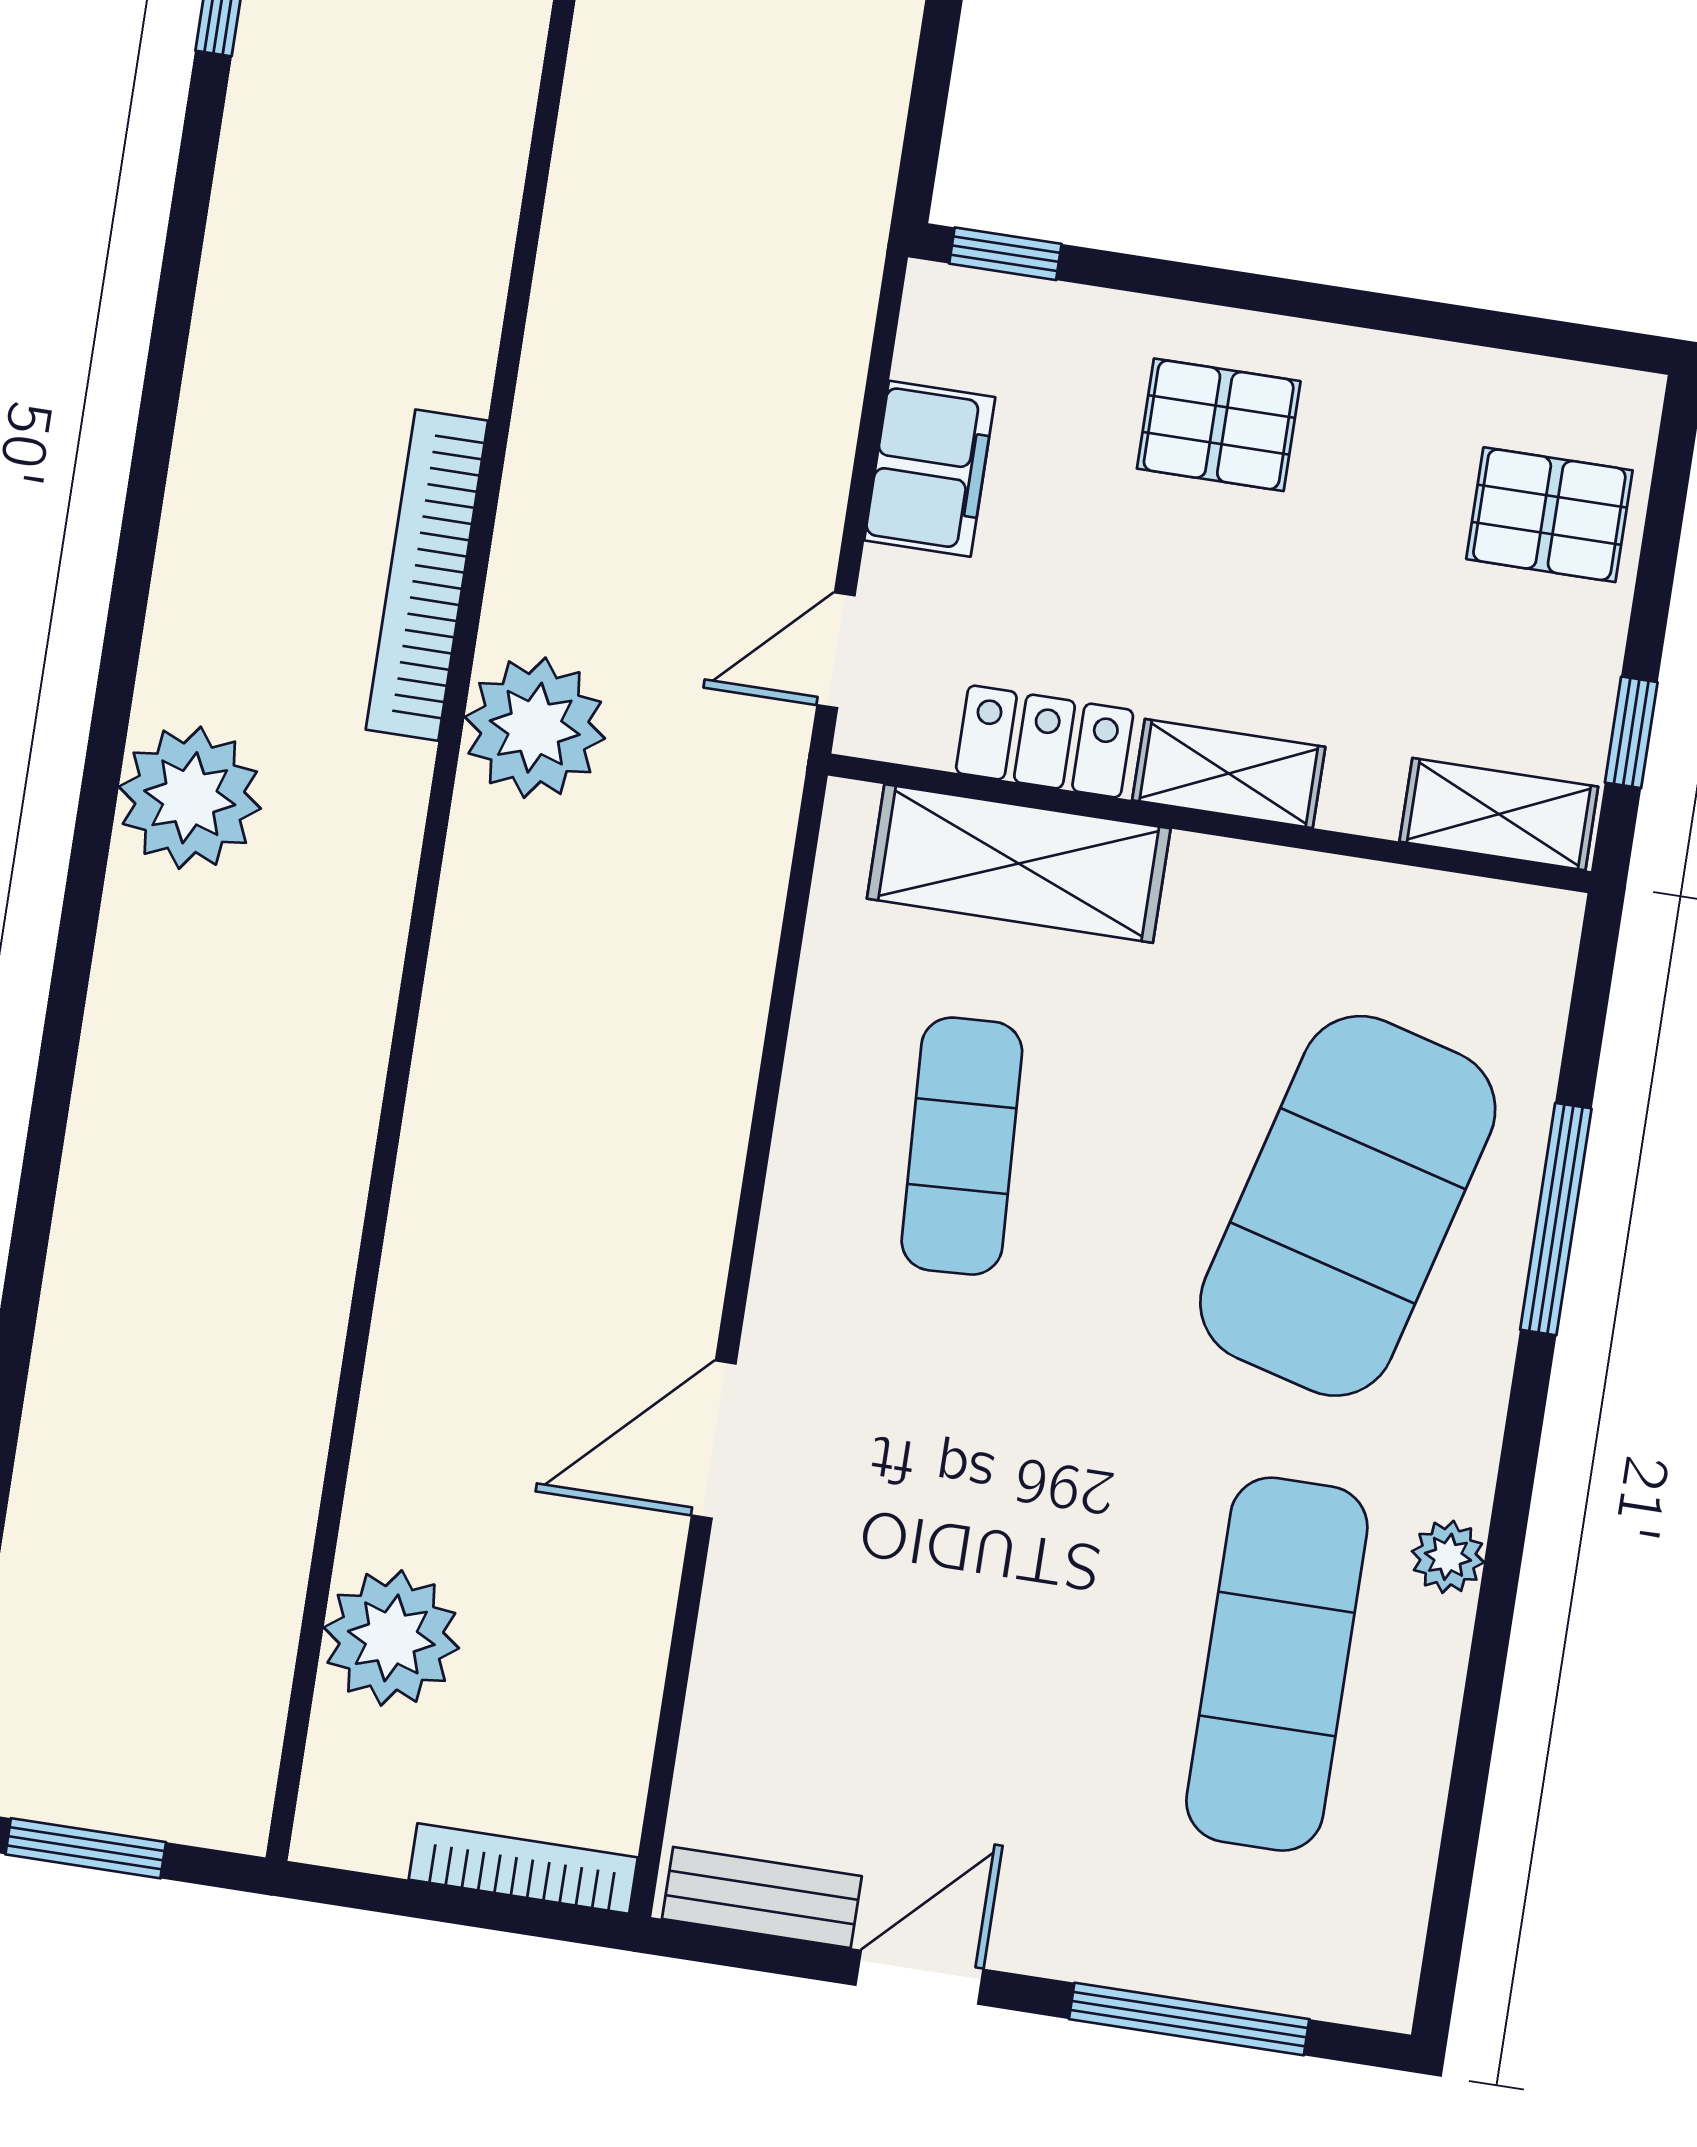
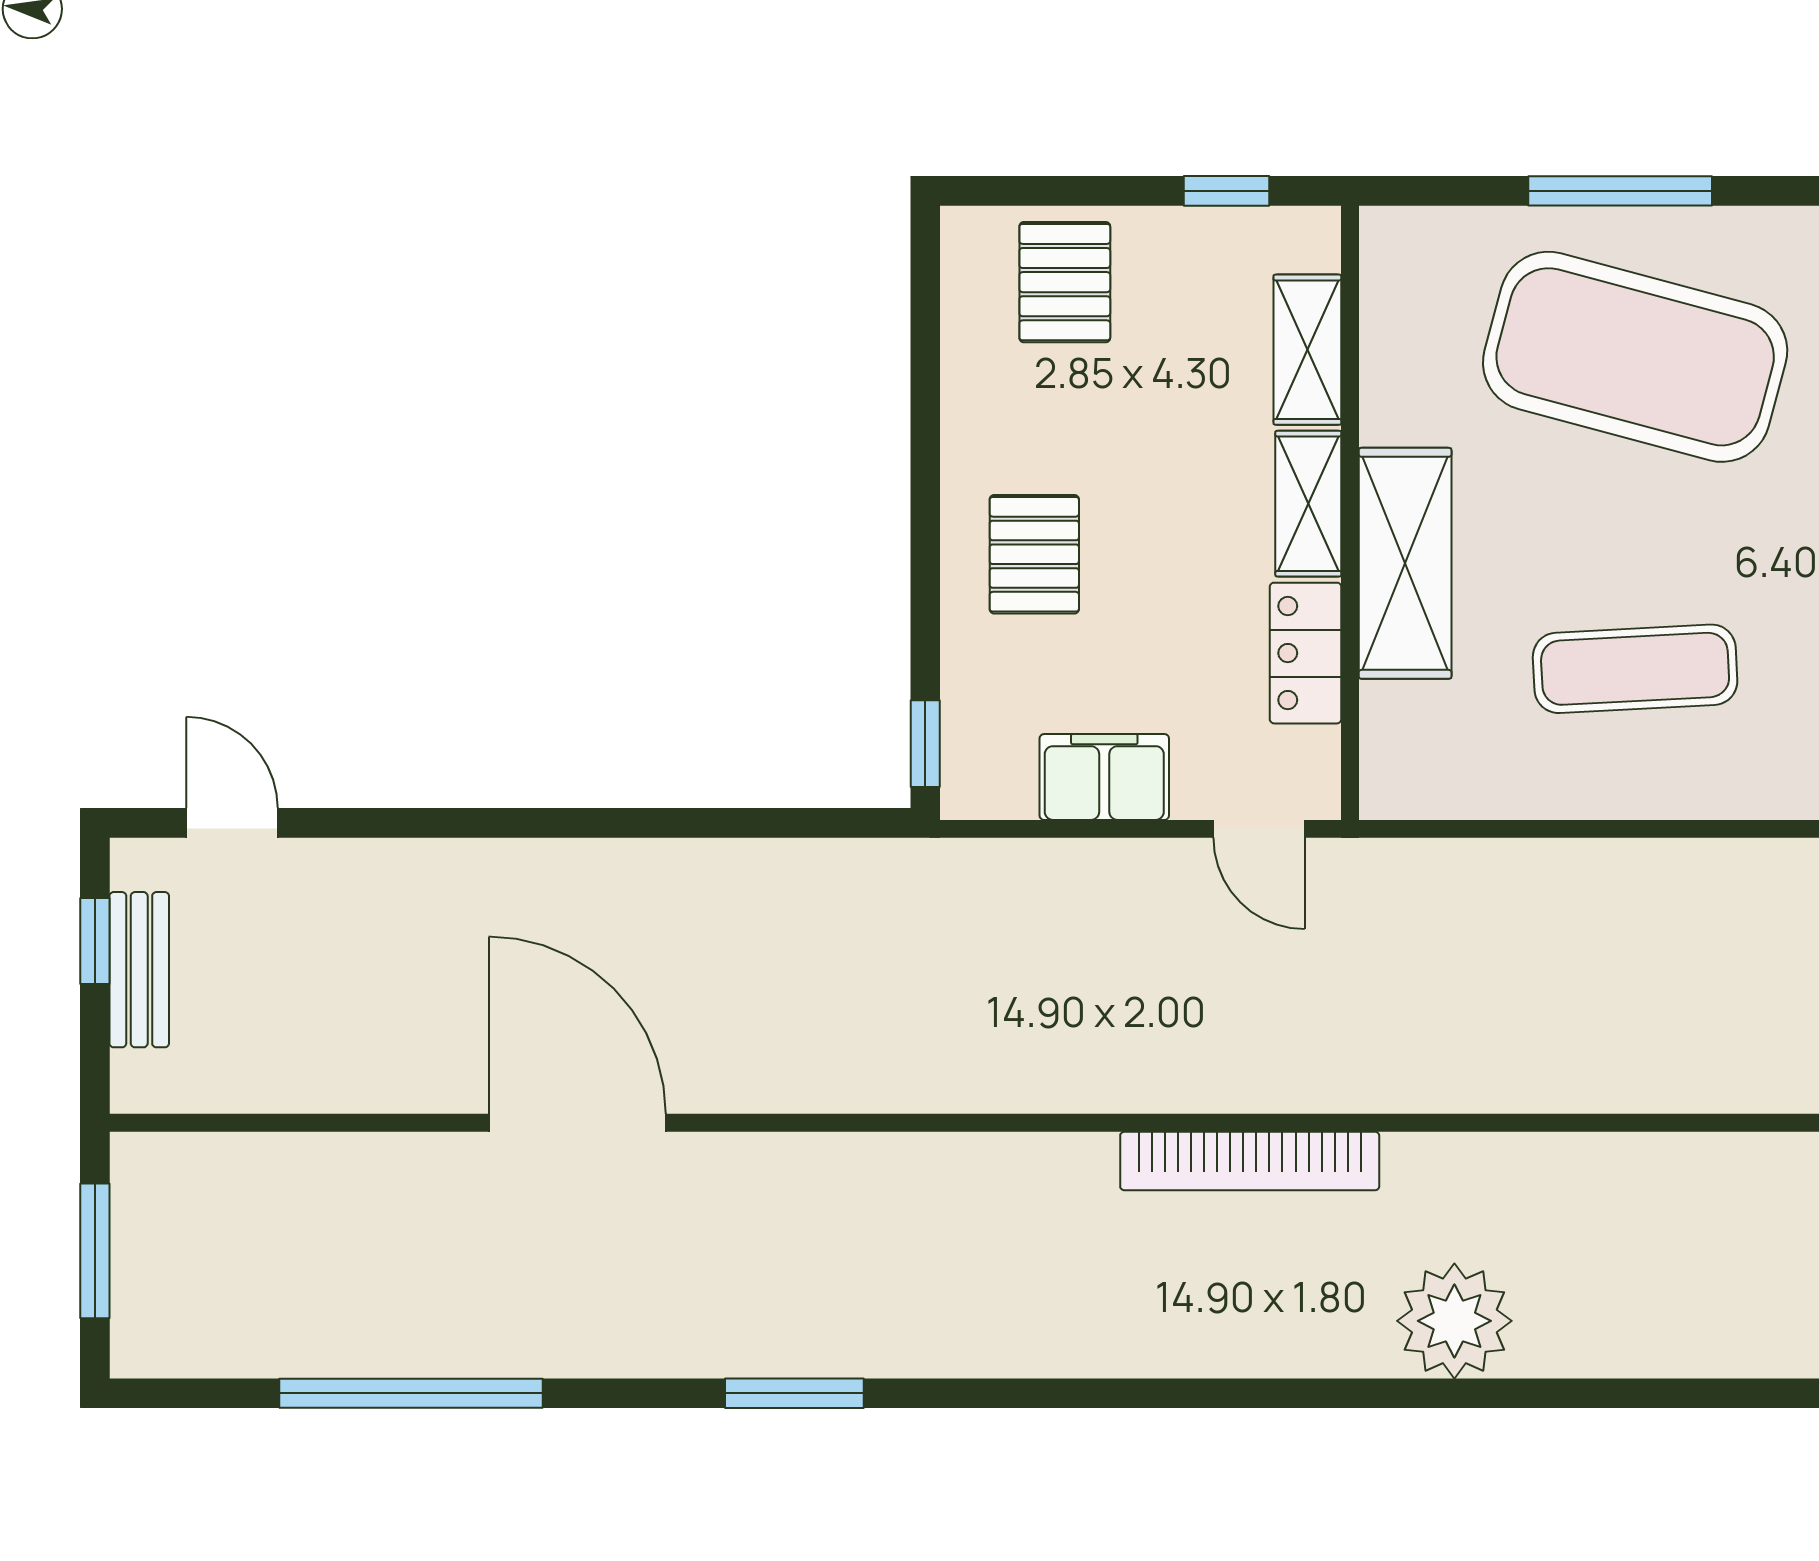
plant: (535, 728) -> (1357, 1057), removed
shelving: (1499, 814) -> (1307, 350), moved
shelving: (1019, 864) -> (1405, 563), moved

